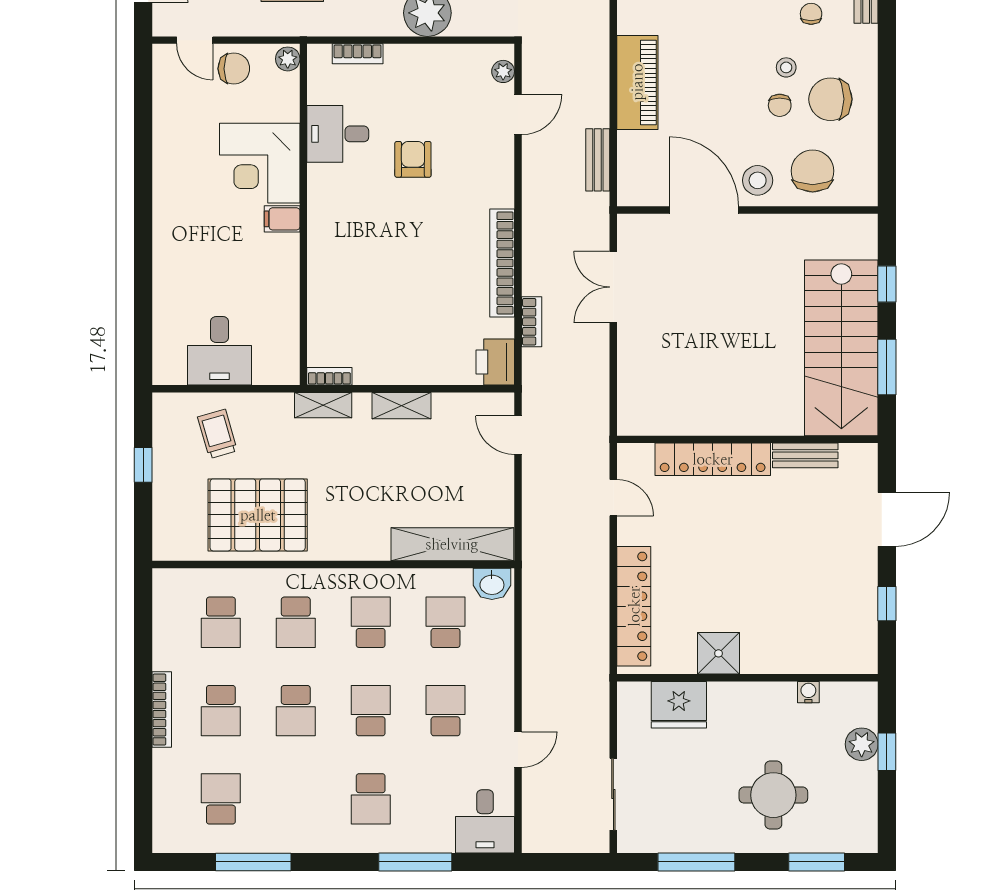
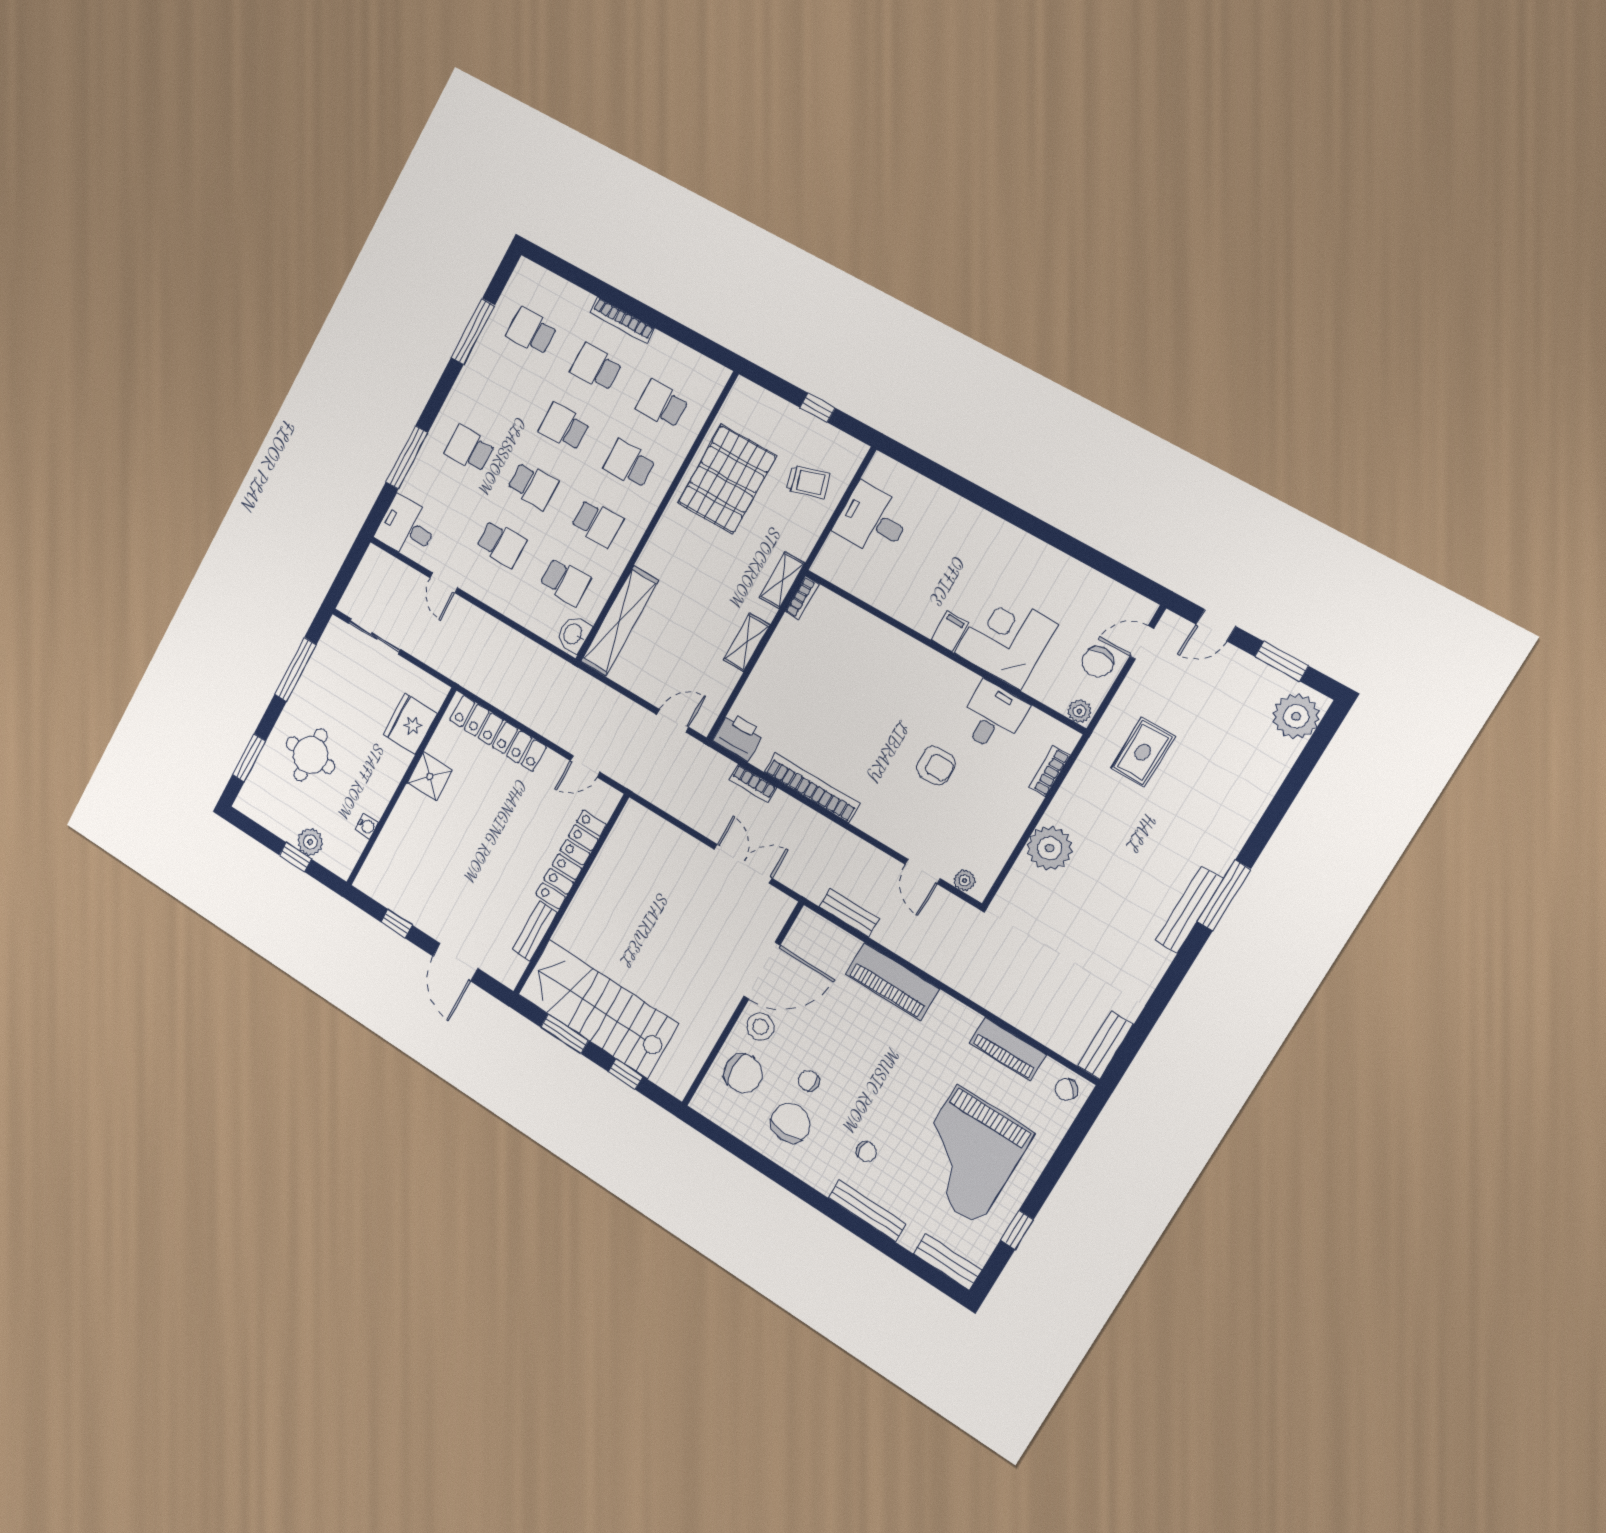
stool: (786, 67) -> (835, 1105), removed
school desk: (221, 799) -> (532, 331), turned 180

